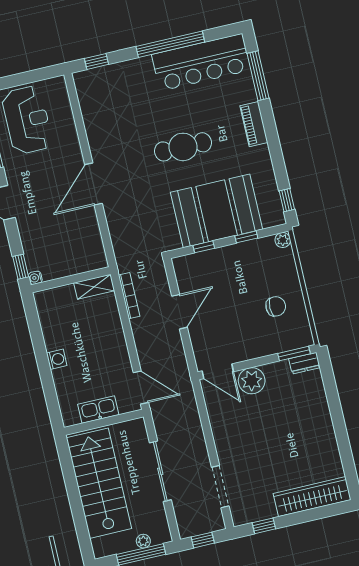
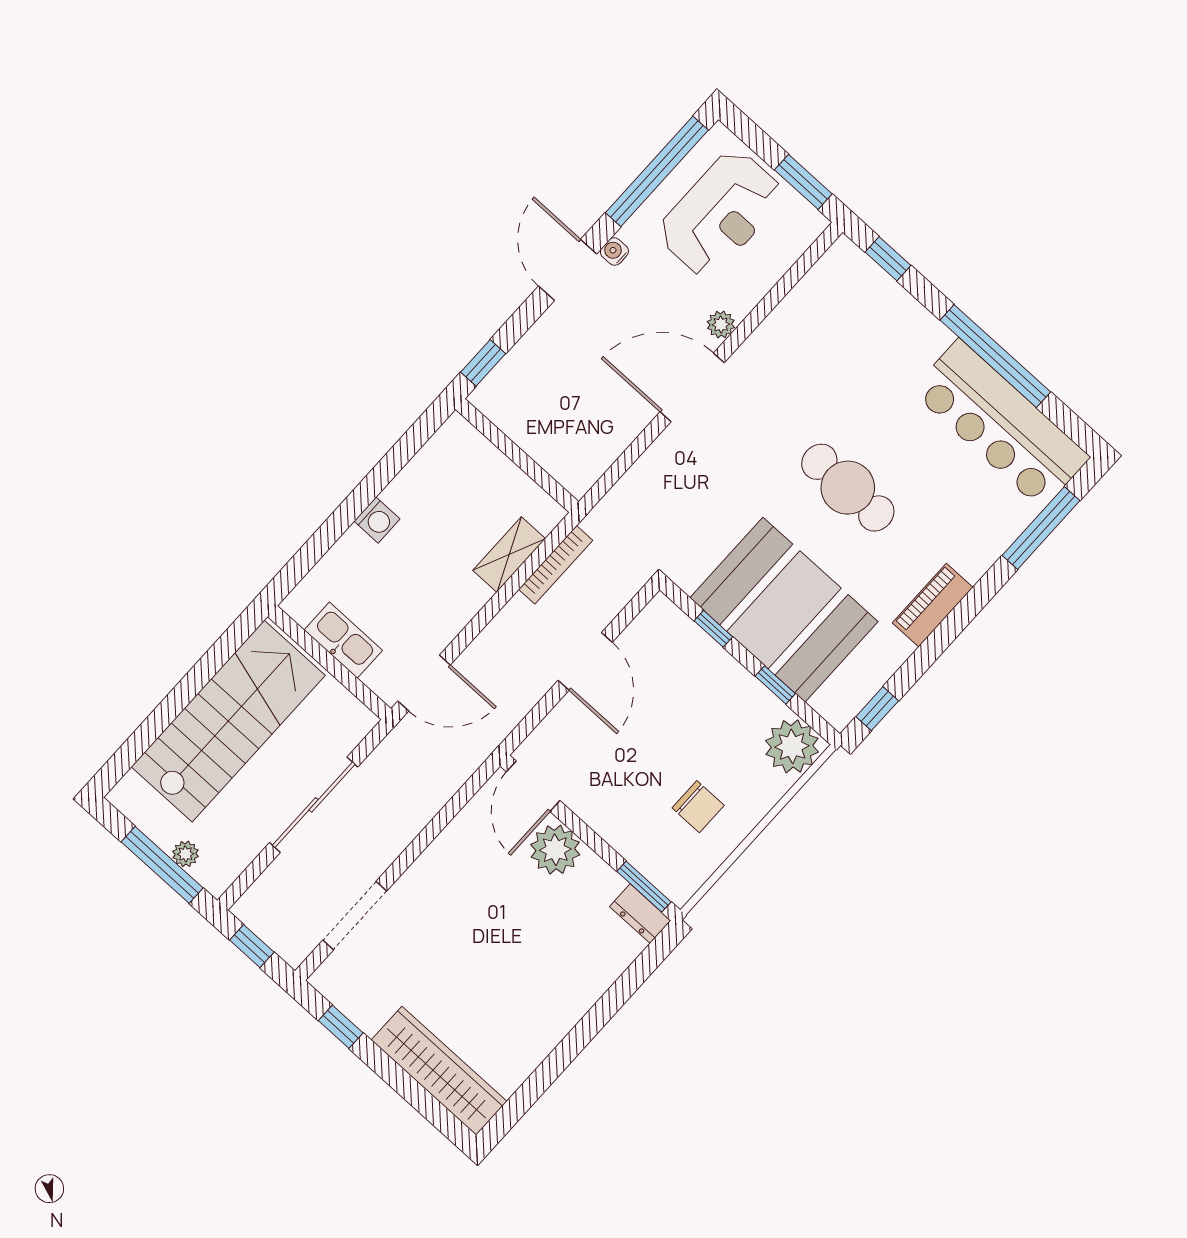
window: (38, 75) -> (803, 182), added
piano: (254, 124) -> (933, 605), moved
plant: (75, 153) -> (721, 324), added
plant: (283, 240) -> (792, 746), width x1.87, depth x1.87
water cooler: (35, 278) -> (614, 252), moved
shelving: (94, 287) -> (509, 555), moved, turned 90
door: (180, 312) -> (585, 661), hinge flipped
door: (141, 388) -> (424, 683), hinge flipped

